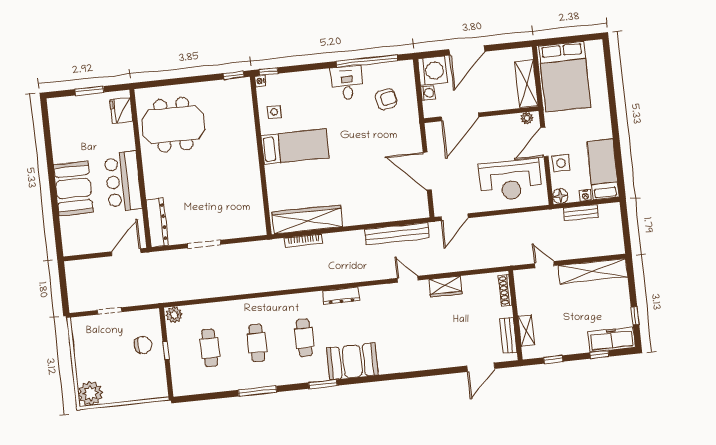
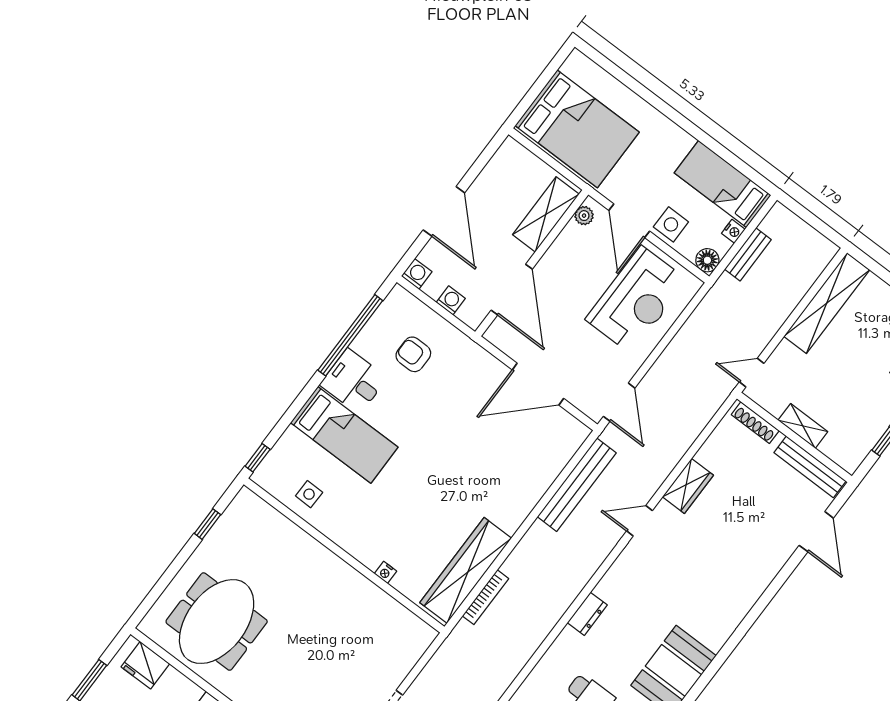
washing machine: (432, 71) -> (417, 274), width x0.53, depth x0.53
window: (234, 75) -> (207, 524), moved
nightstand: (260, 81) -> (385, 572), moved
shelving: (526, 84) -> (546, 214), moved, turned 90
armchair: (386, 99) -> (413, 354), turned -79
bed: (295, 147) -> (344, 435), moved, turned 90
door: (544, 265) -> (752, 373), moved
dresser: (341, 296) -> (587, 614), width x0.70
shelving: (526, 330) -> (803, 426), moved
bench: (508, 336) -> (810, 467), width x1.36

